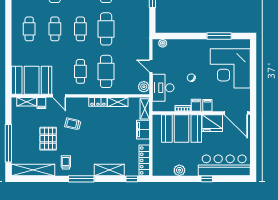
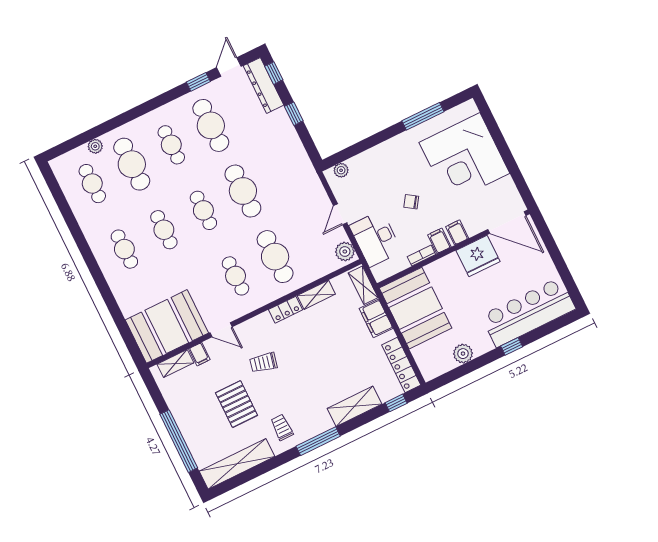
door: (151, 66) -> (340, 214), hinge flipped
booth: (182, 128) -> (416, 308), moved, turned 90

